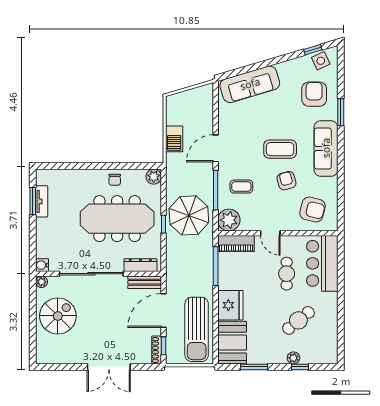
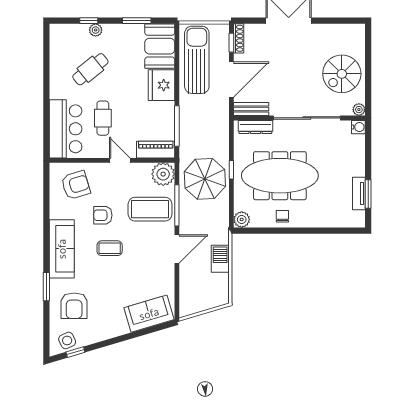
sofa: (250, 84) -> (149, 314), width x0.73
coffee table: (280, 149) -> (110, 248), width x0.73, depth x0.77
armchair: (286, 181) -> (103, 215), turned 106
coffee table: (241, 187) -> (150, 209), width x1.86, depth x1.72
armchair: (313, 210) -> (76, 185), turned 149

